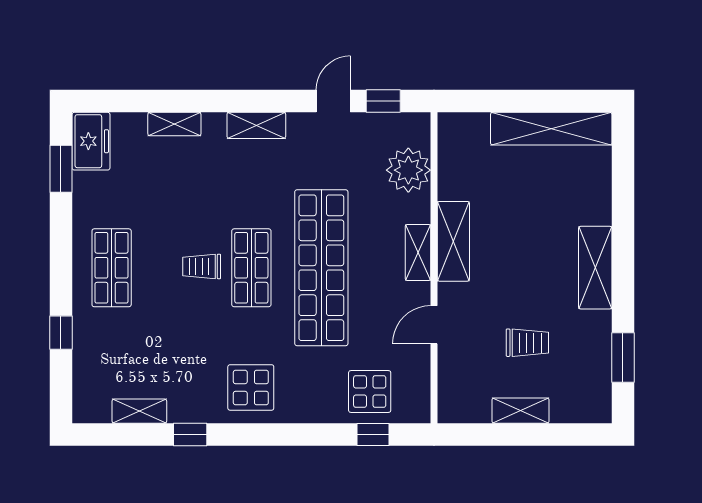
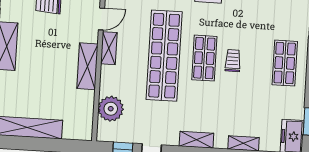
shelving: (418, 252) -> (109, 48), moved
trolley: (202, 266) -> (233, 61), turned -90

